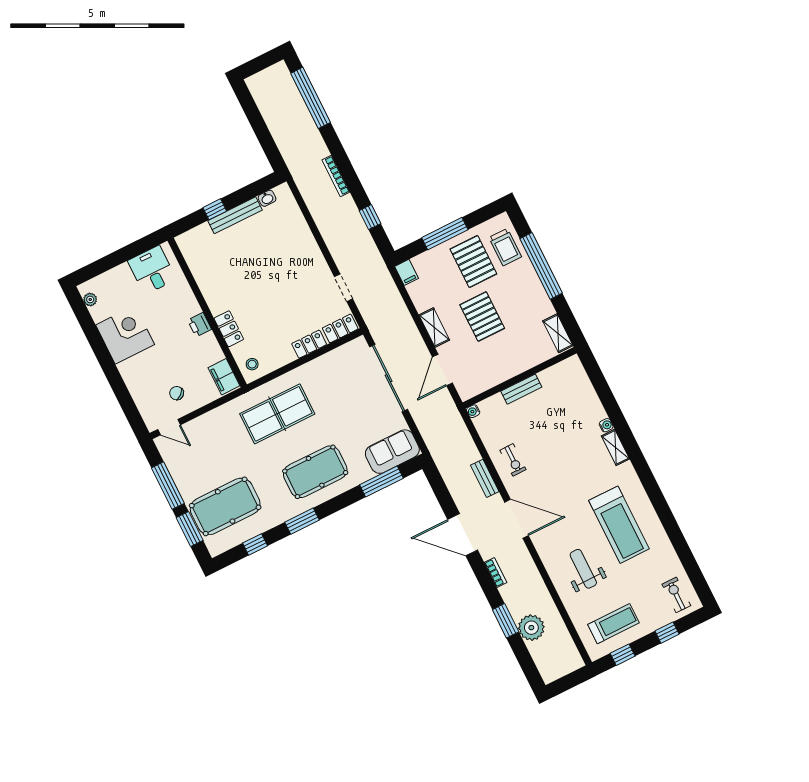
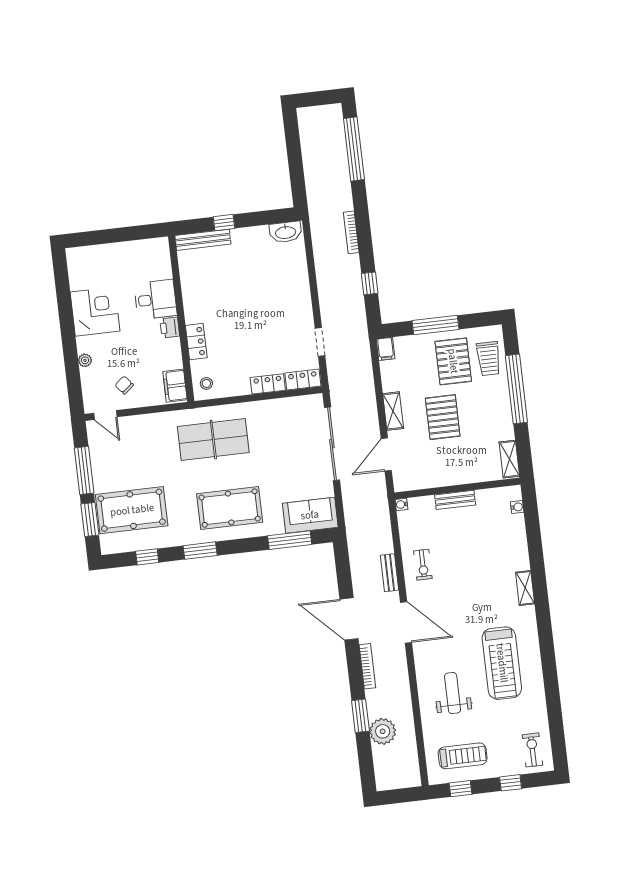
washbasin: (267, 198) -> (285, 232), width x1.91, depth x1.45
bench: (235, 215) -> (203, 240), moved
desk: (152, 270) -> (155, 299), moved, turned 90
plant: (90, 299) -> (85, 360), moved
water cooler: (606, 425) -> (517, 507), moved
bookcase: (496, 572) -> (367, 666), width x1.56

